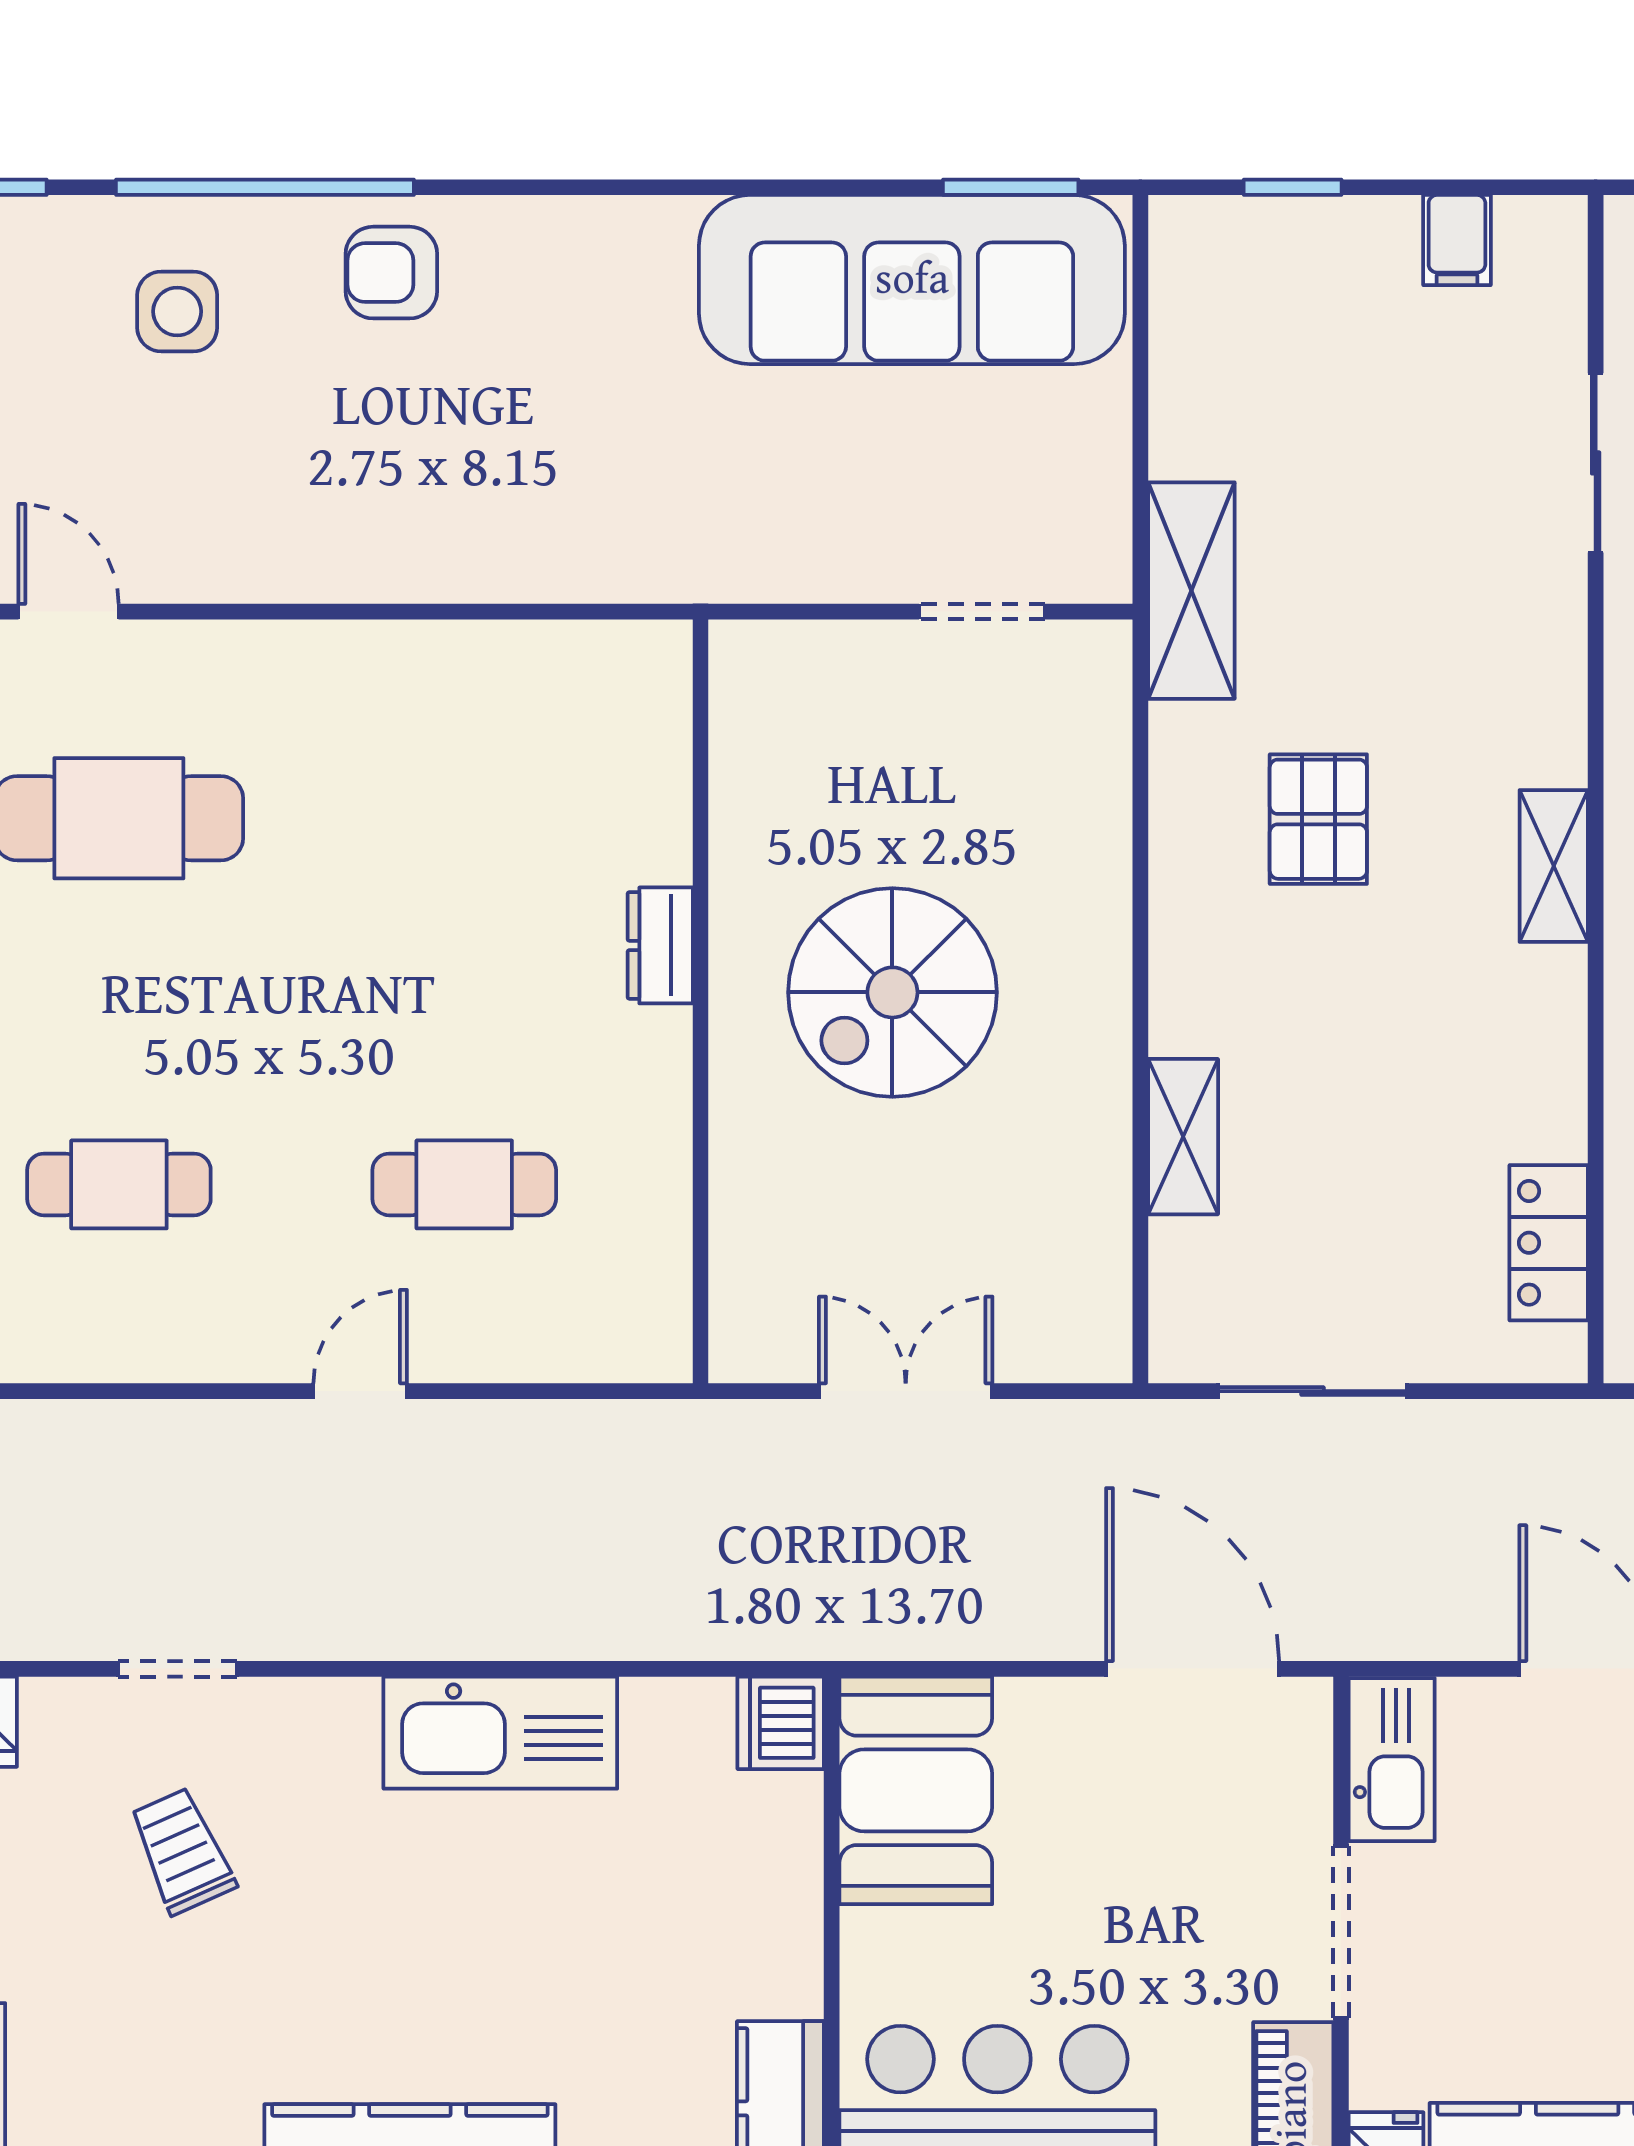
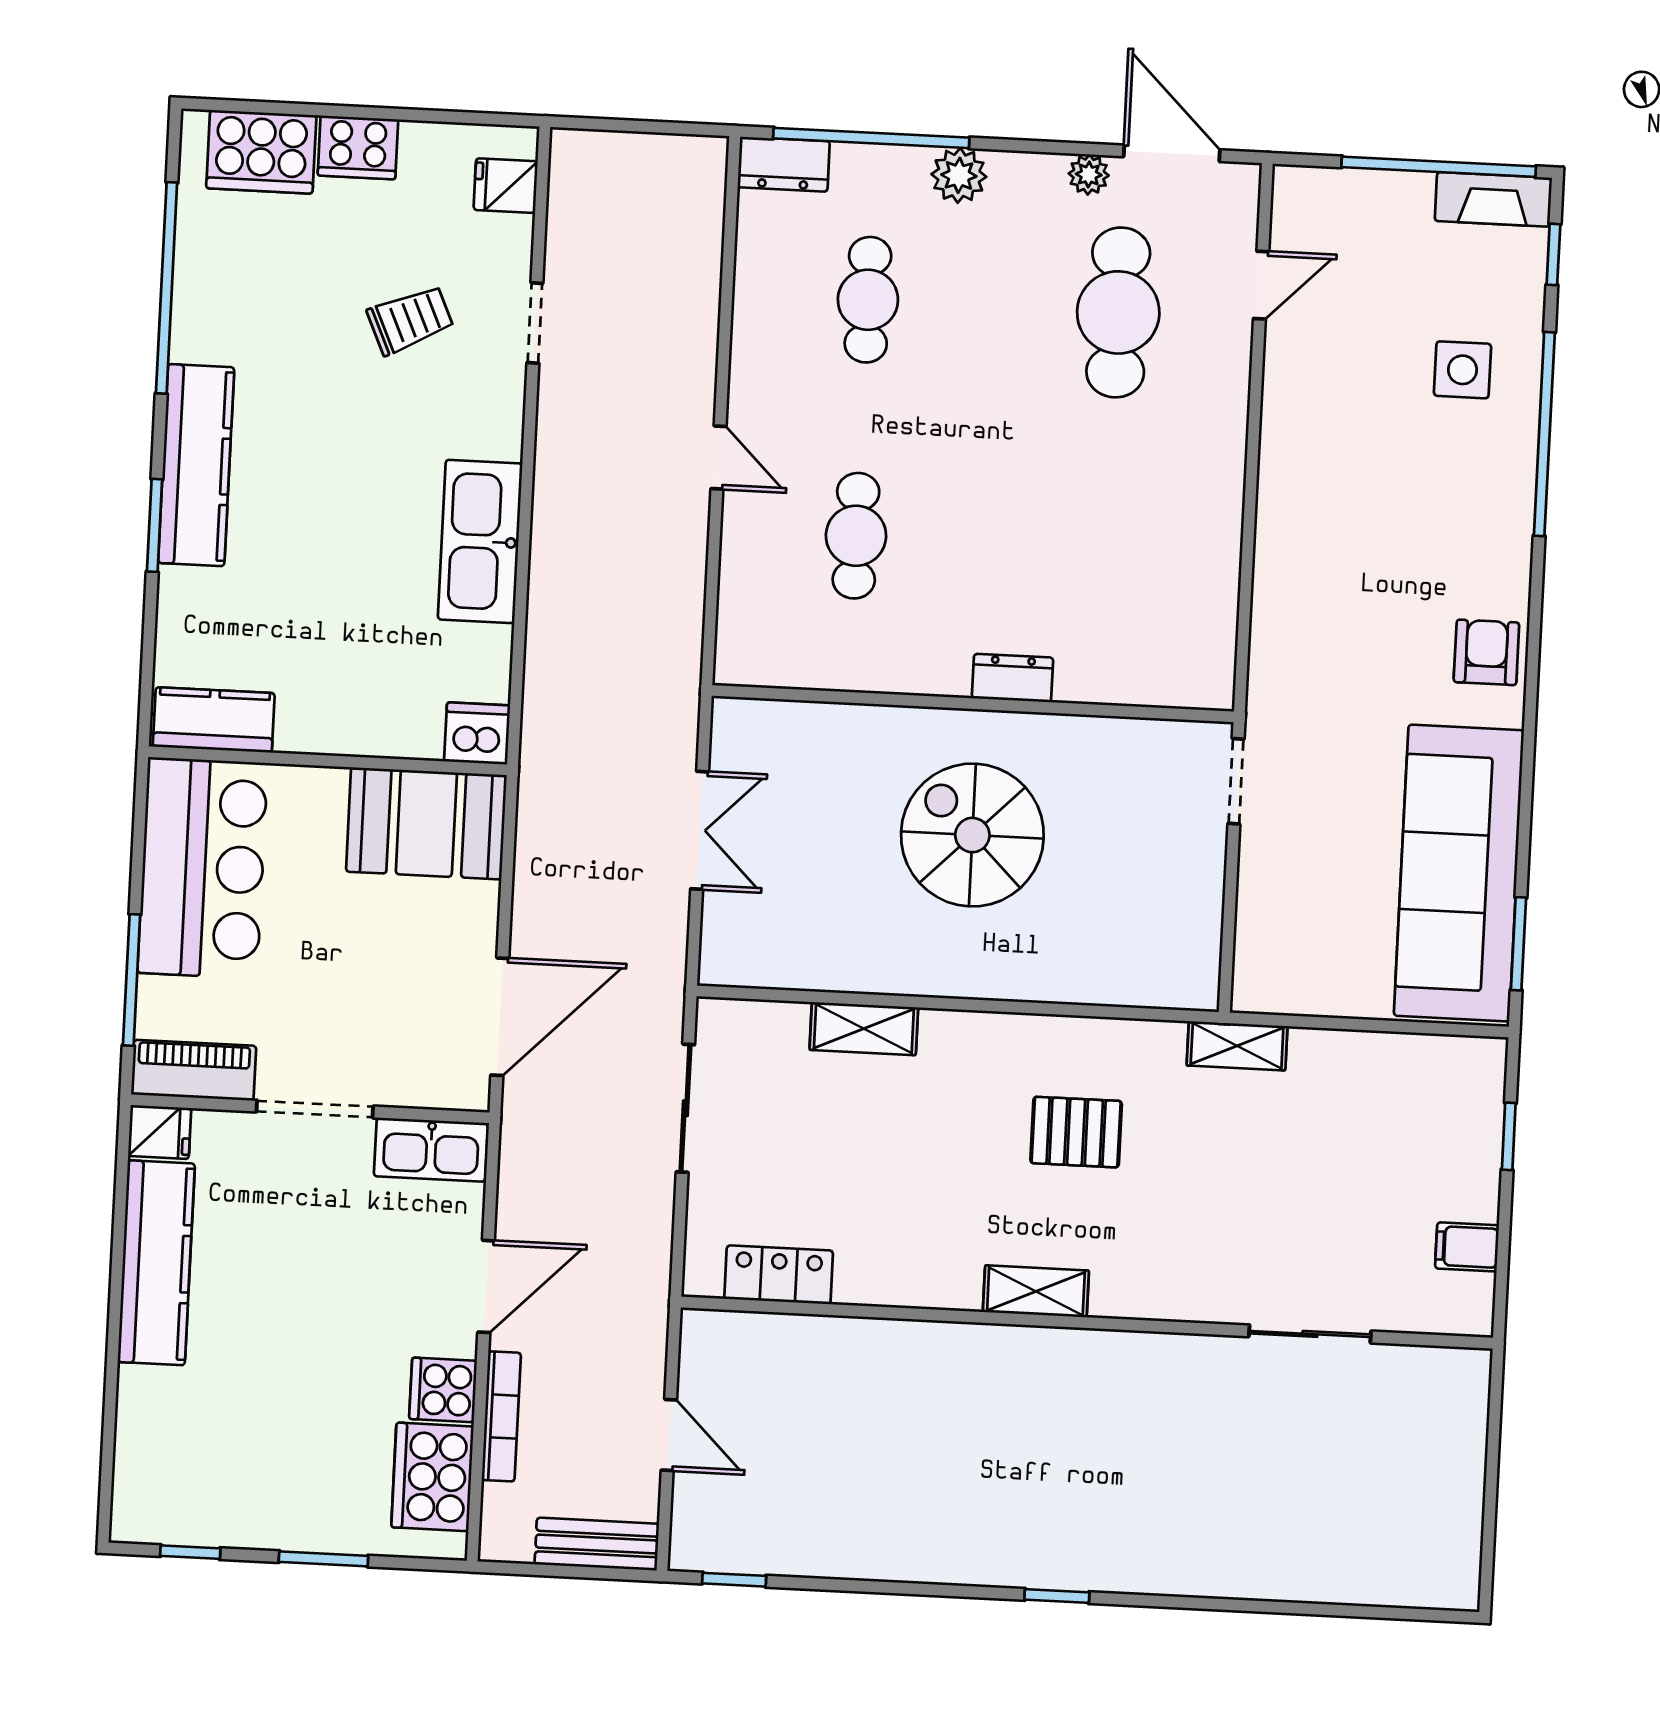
armchair: (391, 273) -> (1486, 652), moved
shelving: (1191, 591) -> (1237, 1046), width x0.67, depth x0.75
doorway: (982, 612) -> (1236, 781), moved

